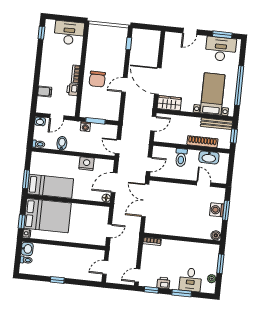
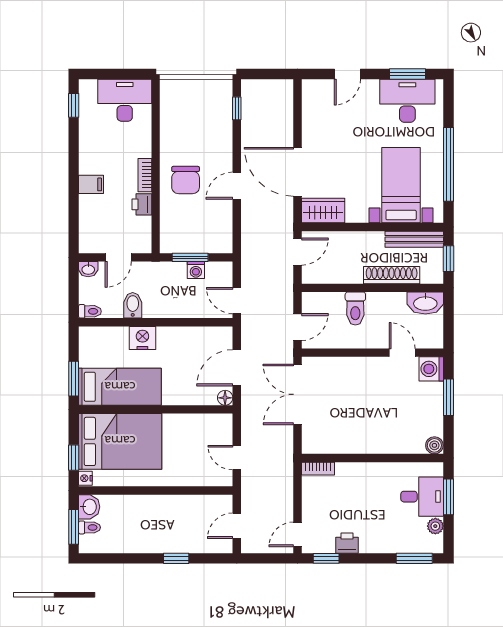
filing cabinet: (45, 92) -> (91, 184), moved
washing machine: (85, 127) -> (196, 270), moved
washbasin: (209, 157) -> (425, 303), moved
nightstand: (87, 164) -> (142, 338), moved
washing machine: (217, 210) -> (431, 369), moved
door: (109, 231) -> (237, 458), swing flipped
window: (18, 259) -> (74, 527), added
window: (57, 280) -> (176, 558), moved
desk: (190, 280) -> (422, 497), moved, turned -90
window: (182, 293) -> (414, 558), moved

